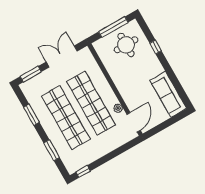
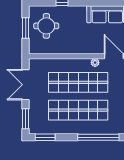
window: (113, 27) -> (26, 28), width x0.69
window: (31, 115) -> (45, 137), moved
window: (52, 150) -> (98, 137), width x2.11

